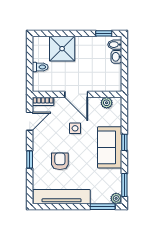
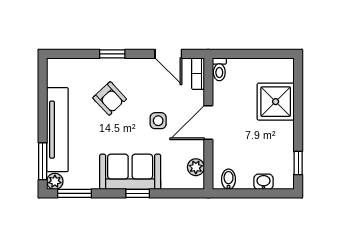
bidet: (115, 45) -> (229, 179), moved
toilet: (40, 67) -> (219, 69), moved
armchair: (60, 161) -> (110, 98), turned 47
tv unit: (62, 197) -> (57, 130), moved

